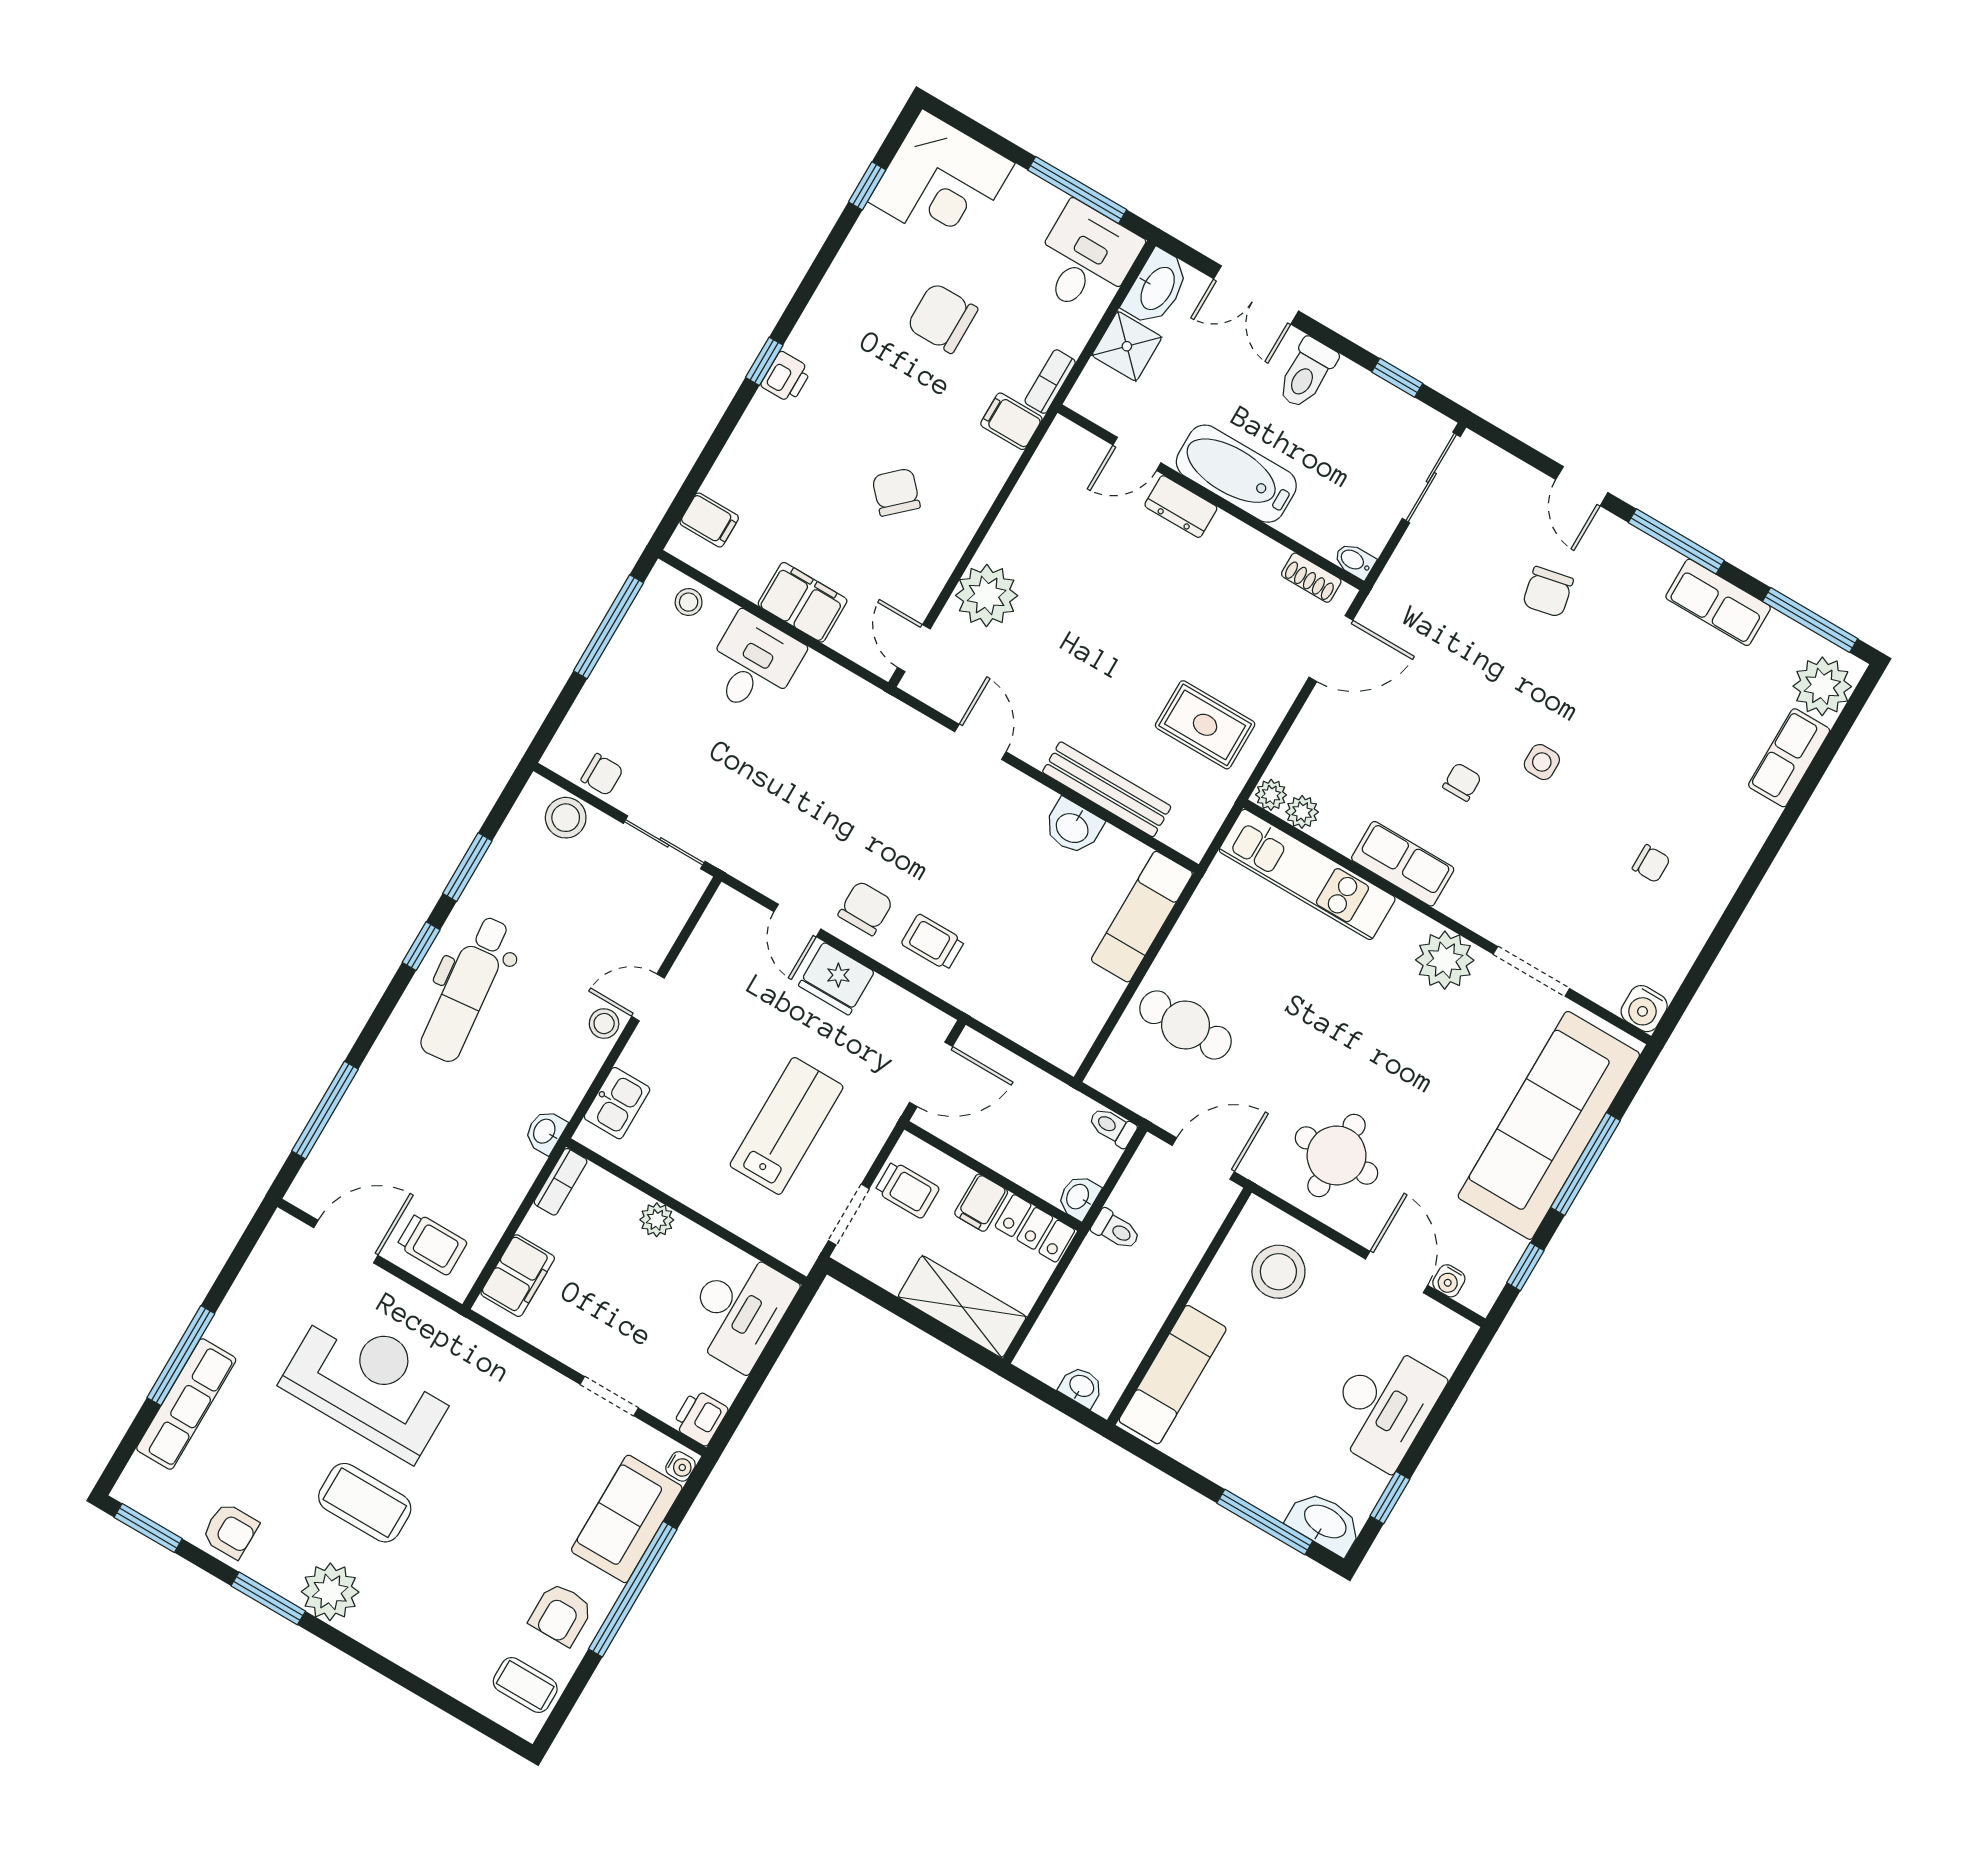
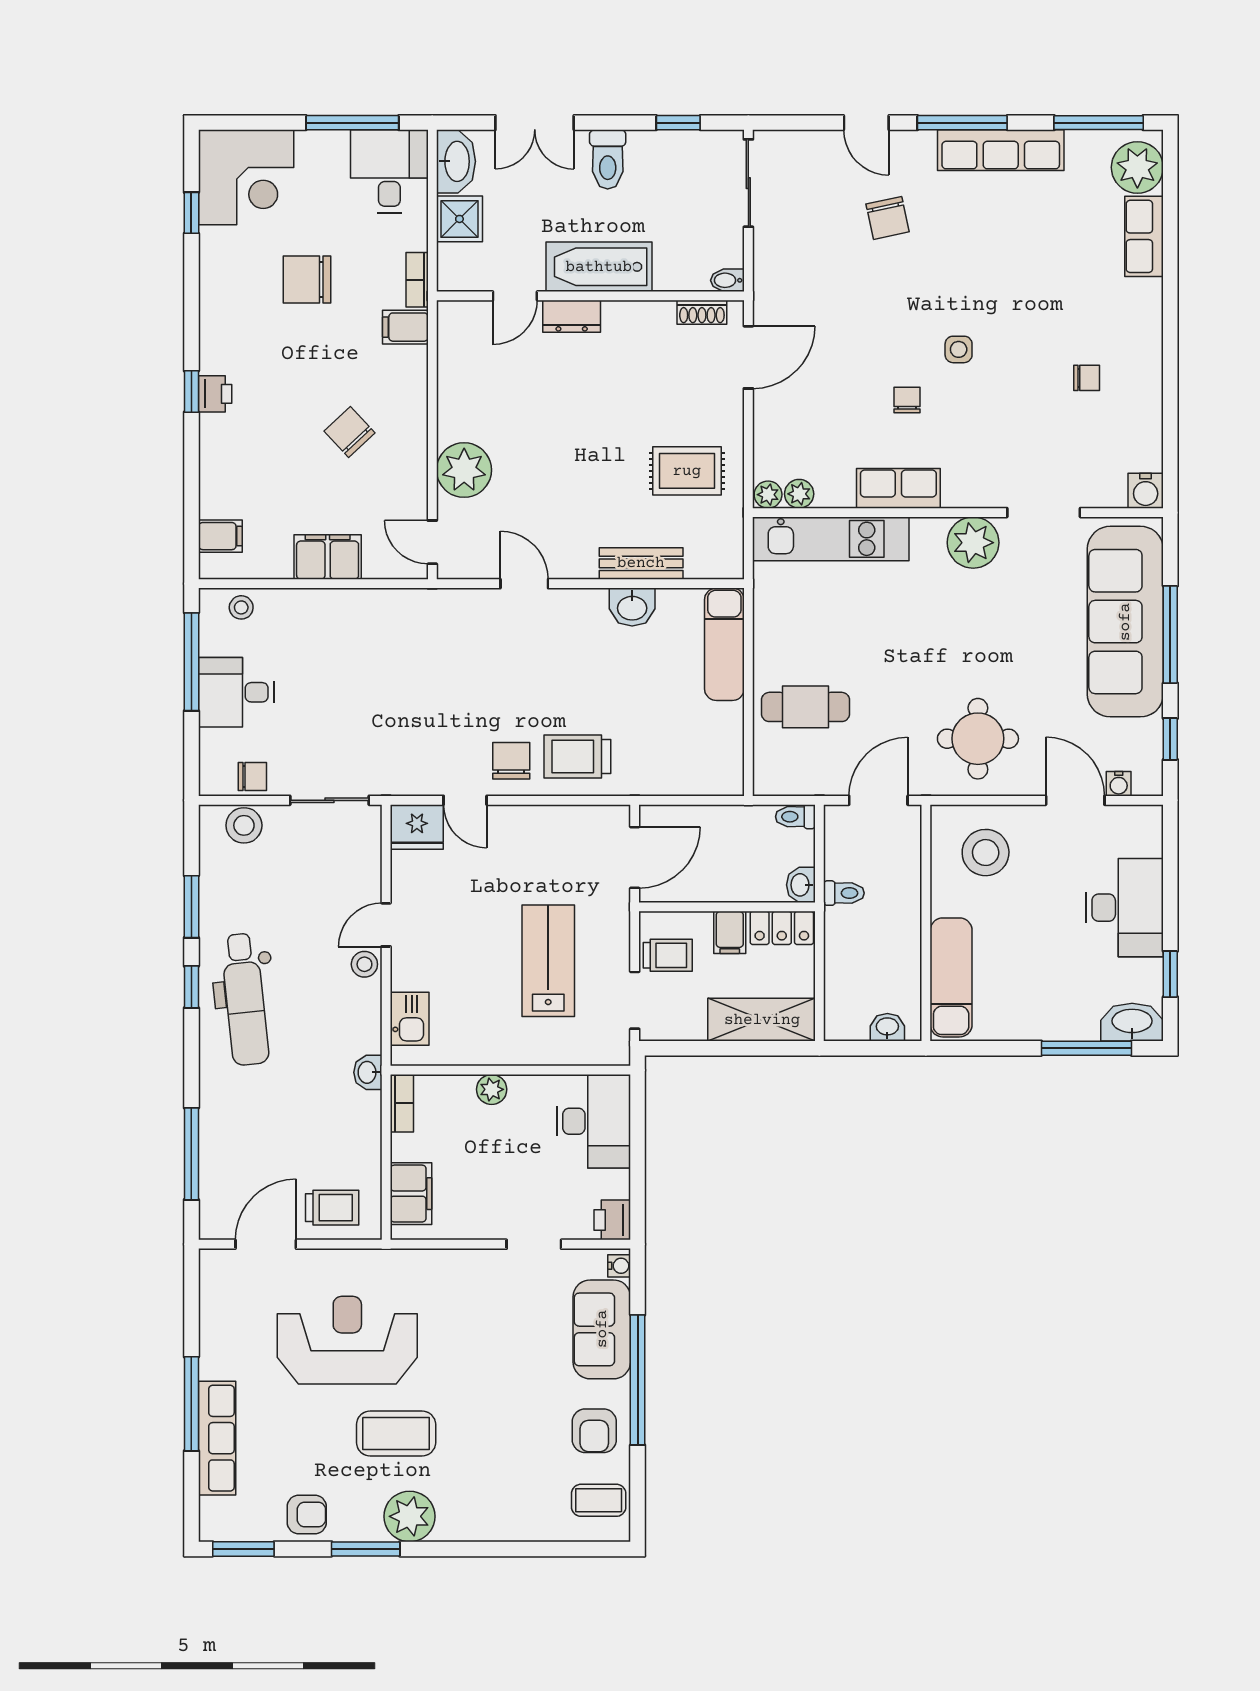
row of seats: (1718, 602) -> (1001, 150), width x1.48
desk: (753, 664) -> (236, 692), moved, turned -90
bench: (1107, 789) -> (641, 563), width x0.73
trolley: (933, 942) -> (577, 756), width x1.36, depth x1.39
fridge: (836, 979) -> (417, 827), moved

